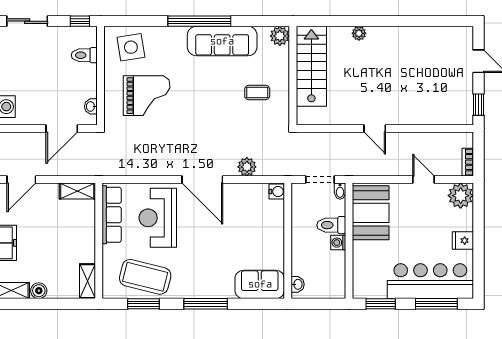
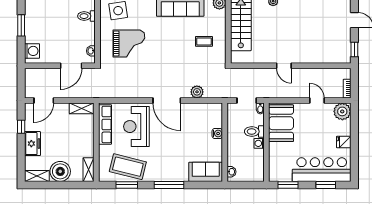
water cooler: (277, 191) -> (217, 134), moved
boiler: (39, 291) -> (60, 171), width x1.86, depth x1.86
window: (436, 304) -> (326, 185), width x0.69

